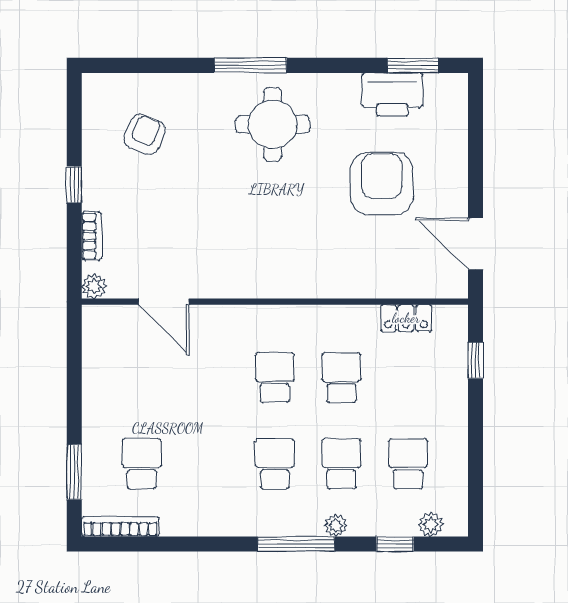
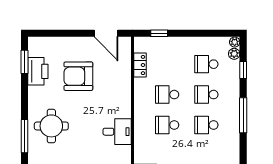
door: (476, 244) -> (106, 33), hinge flipped
desk: (260, 268) -> (117, 132), added
plant: (336, 525) -> (235, 42), moved

